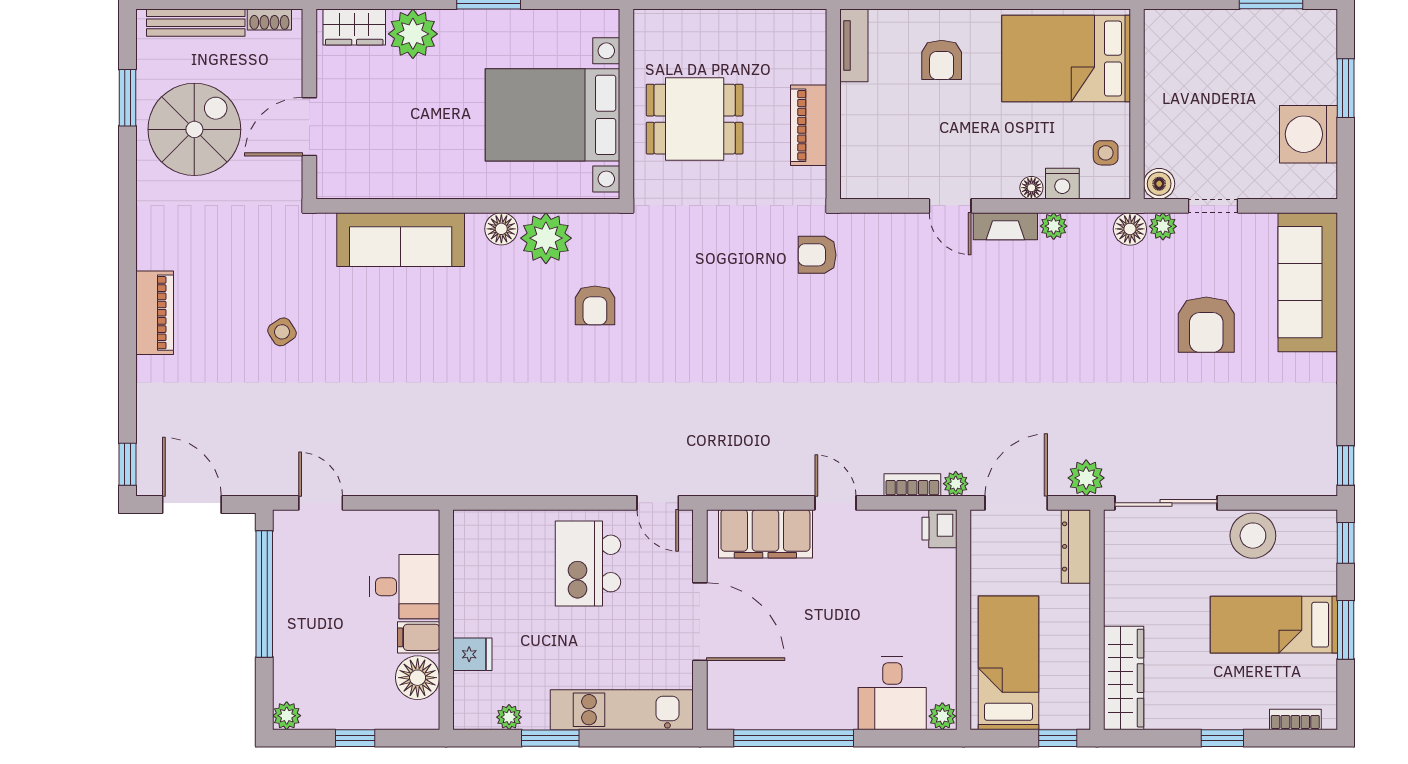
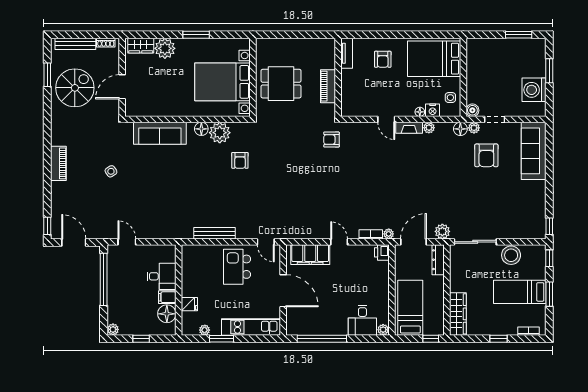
armchair: (1206, 325) -> (486, 155), moved
bench: (533, 482) -> (214, 233), added

